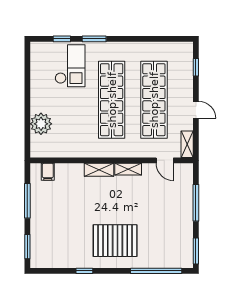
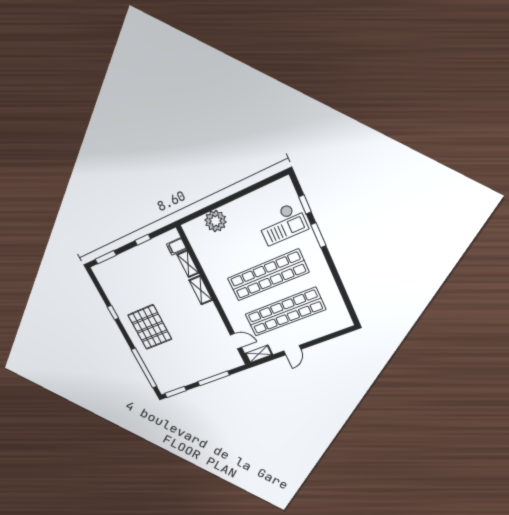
window: (196, 67) -> (331, 336), removed
door: (165, 160) -> (236, 341), swing flipped
shelving: (128, 169) -> (188, 264), moved
window: (27, 201) -> (143, 240), width x0.46

